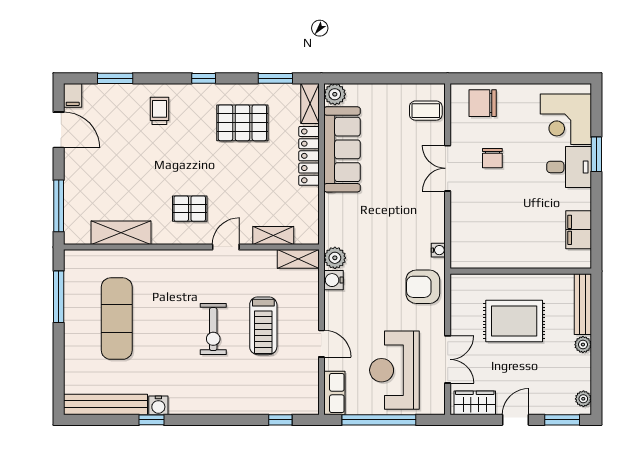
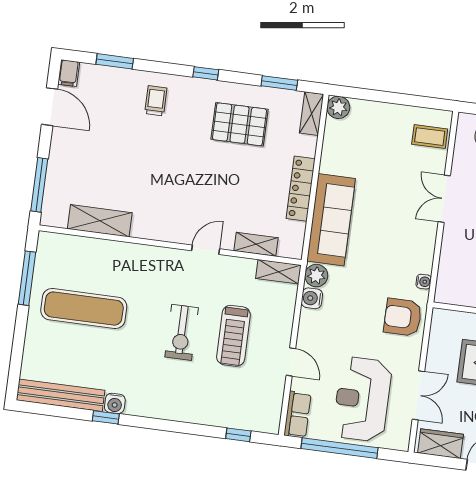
sofa: (342, 149) -> (331, 220), moved
locker: (309, 156) -> (301, 189), moved
pallet: (190, 209) -> (174, 205), removed
exercise mat: (117, 319) -> (84, 309), turned 90

